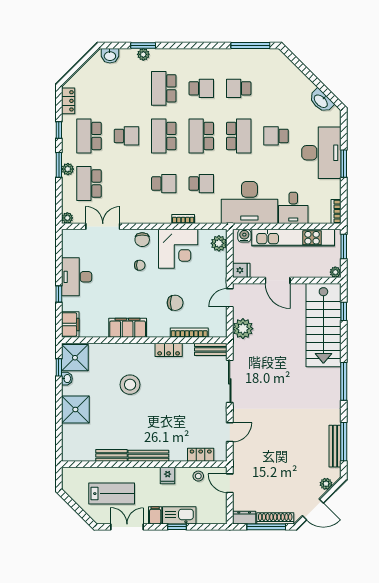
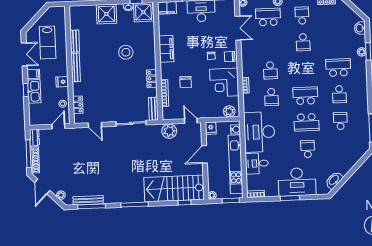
school desk: (89, 136) -> (302, 16), width x0.54
school desk: (164, 136) -> (304, 69), removed

